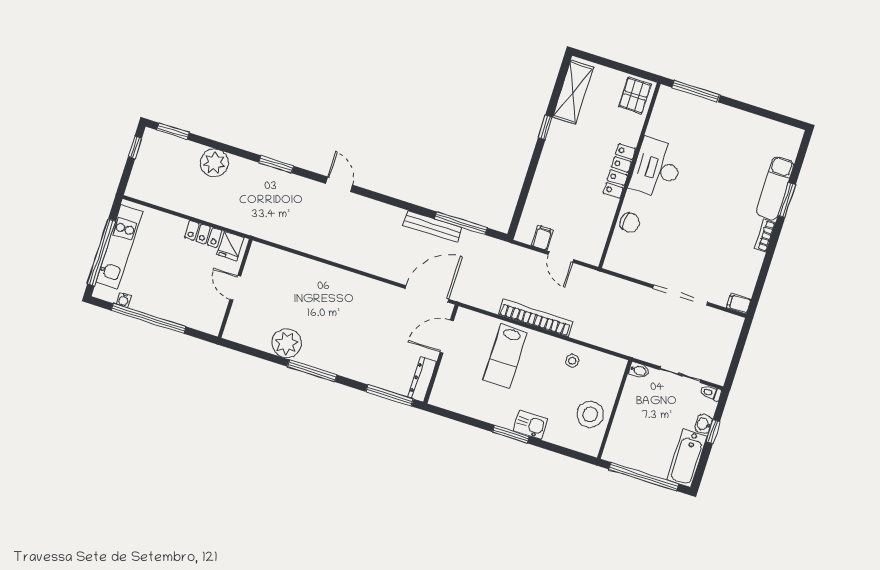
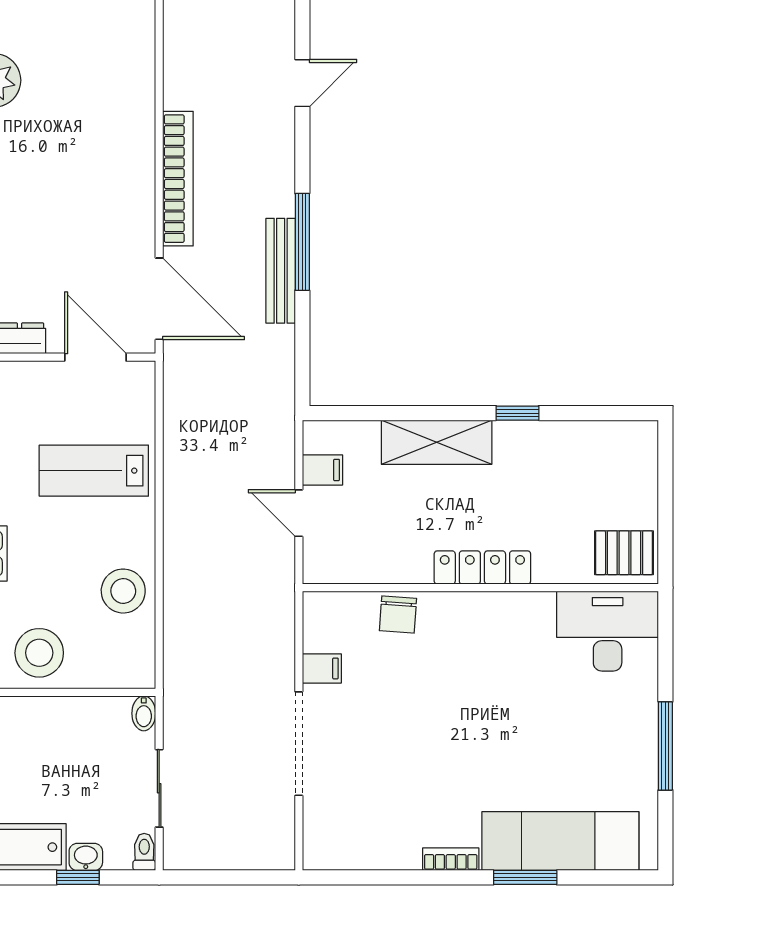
window: (696, 91) -> (665, 746), moved
shelving: (573, 92) -> (437, 442), moved
desk: (656, 169) -> (608, 631), moved
exam couch: (775, 188) -> (560, 841), width x1.36, depth x1.45
window: (461, 223) -> (302, 242), moved
door: (561, 257) -> (299, 513), hinge flipped
filing cabinet: (739, 303) -> (322, 668), moved, turned 90
bookcase: (536, 318) -> (178, 179), moved
stool: (572, 361) -> (123, 591), width x1.89, depth x1.89

